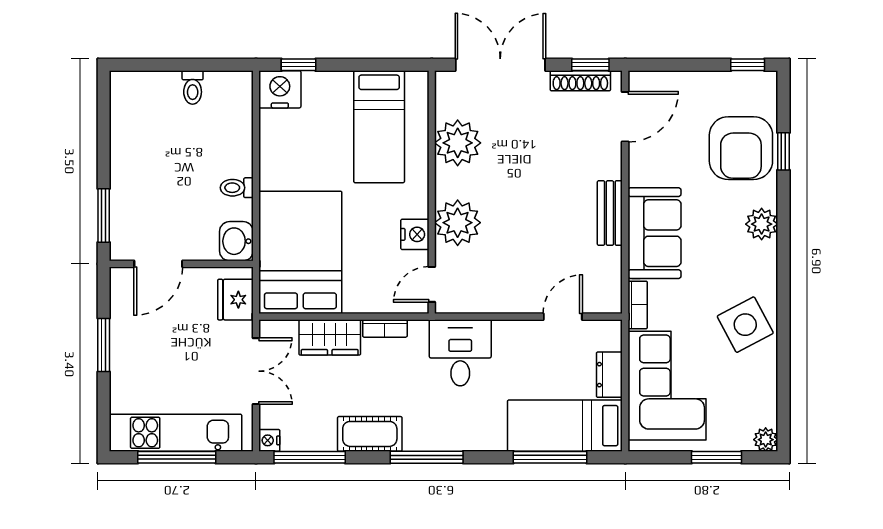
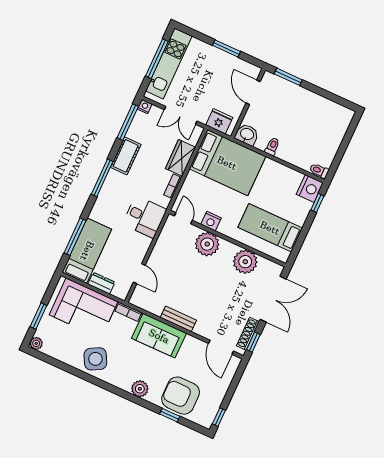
toilet: (193, 87) -> (319, 171), moved

